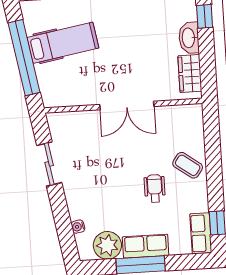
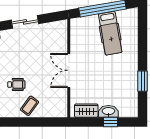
window: (205, 16) -> (110, 122), moved
sliding door: (49, 164) -> (25, 22), moved

